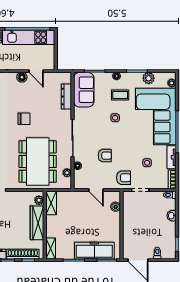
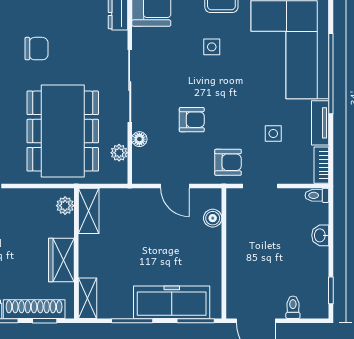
wardrobe: (37, 223) -> (61, 260), width x0.67

